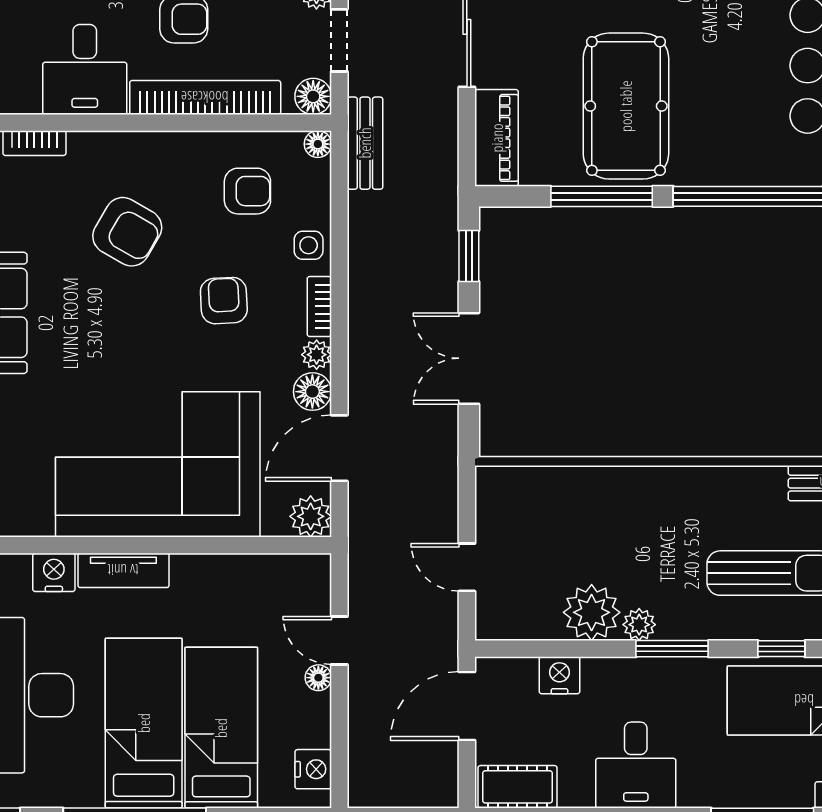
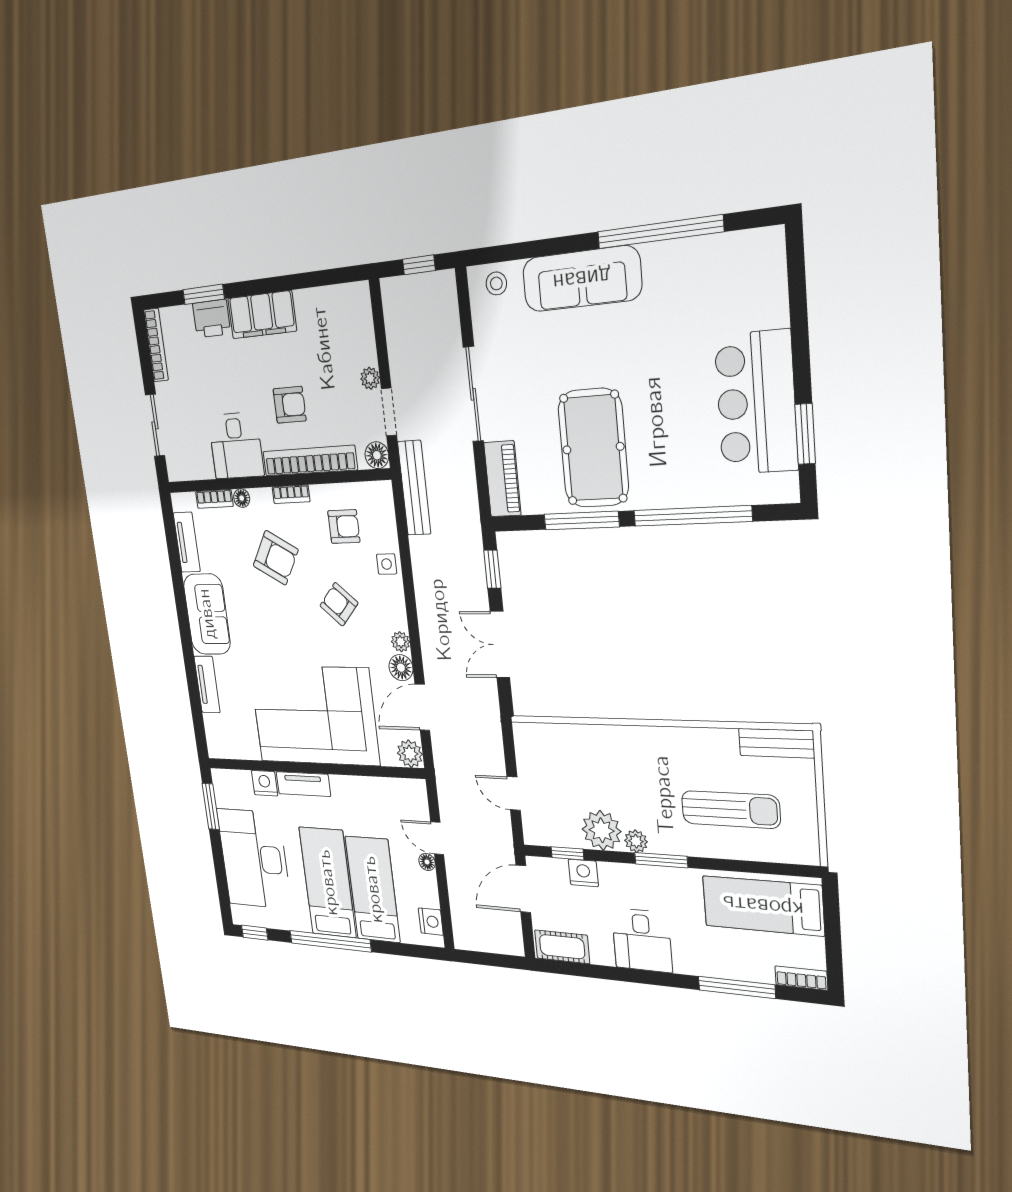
bench: (365, 143) -> (414, 488), width x1.36
floor lamp: (318, 144) -> (242, 498), moved
armchair: (224, 301) -> (339, 604), turned -45
bookcase: (319, 306) -> (291, 494), moved, turned -90
window: (781, 649) -> (567, 853), moved

